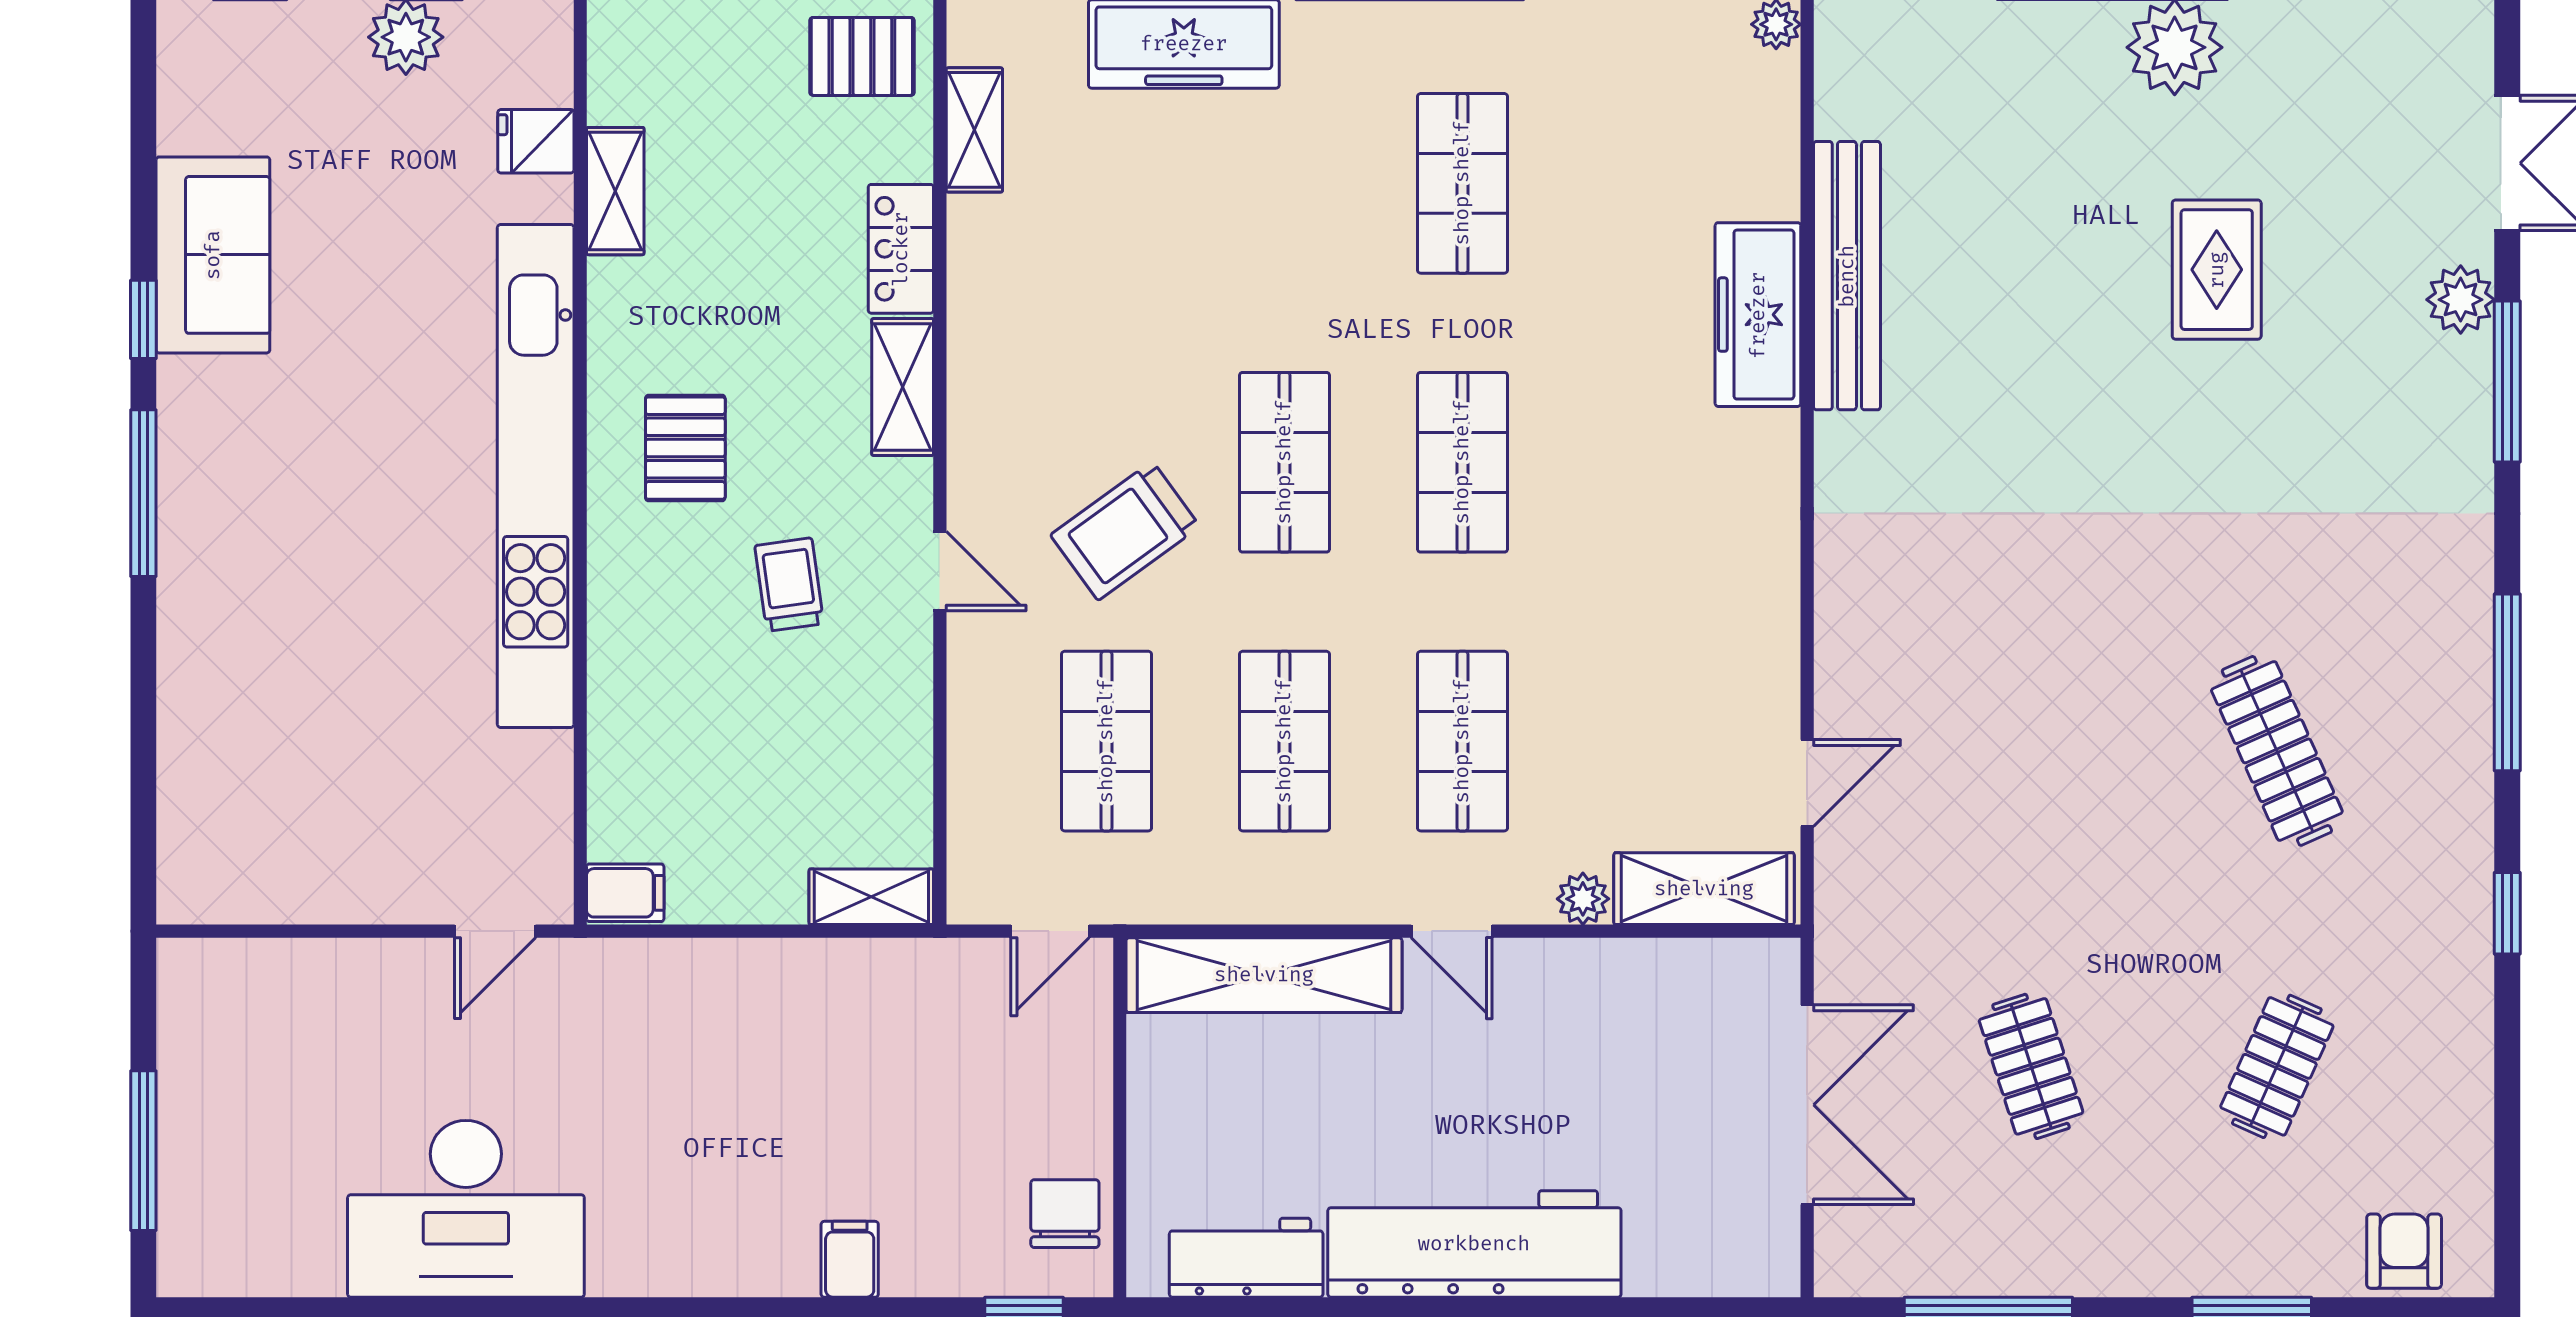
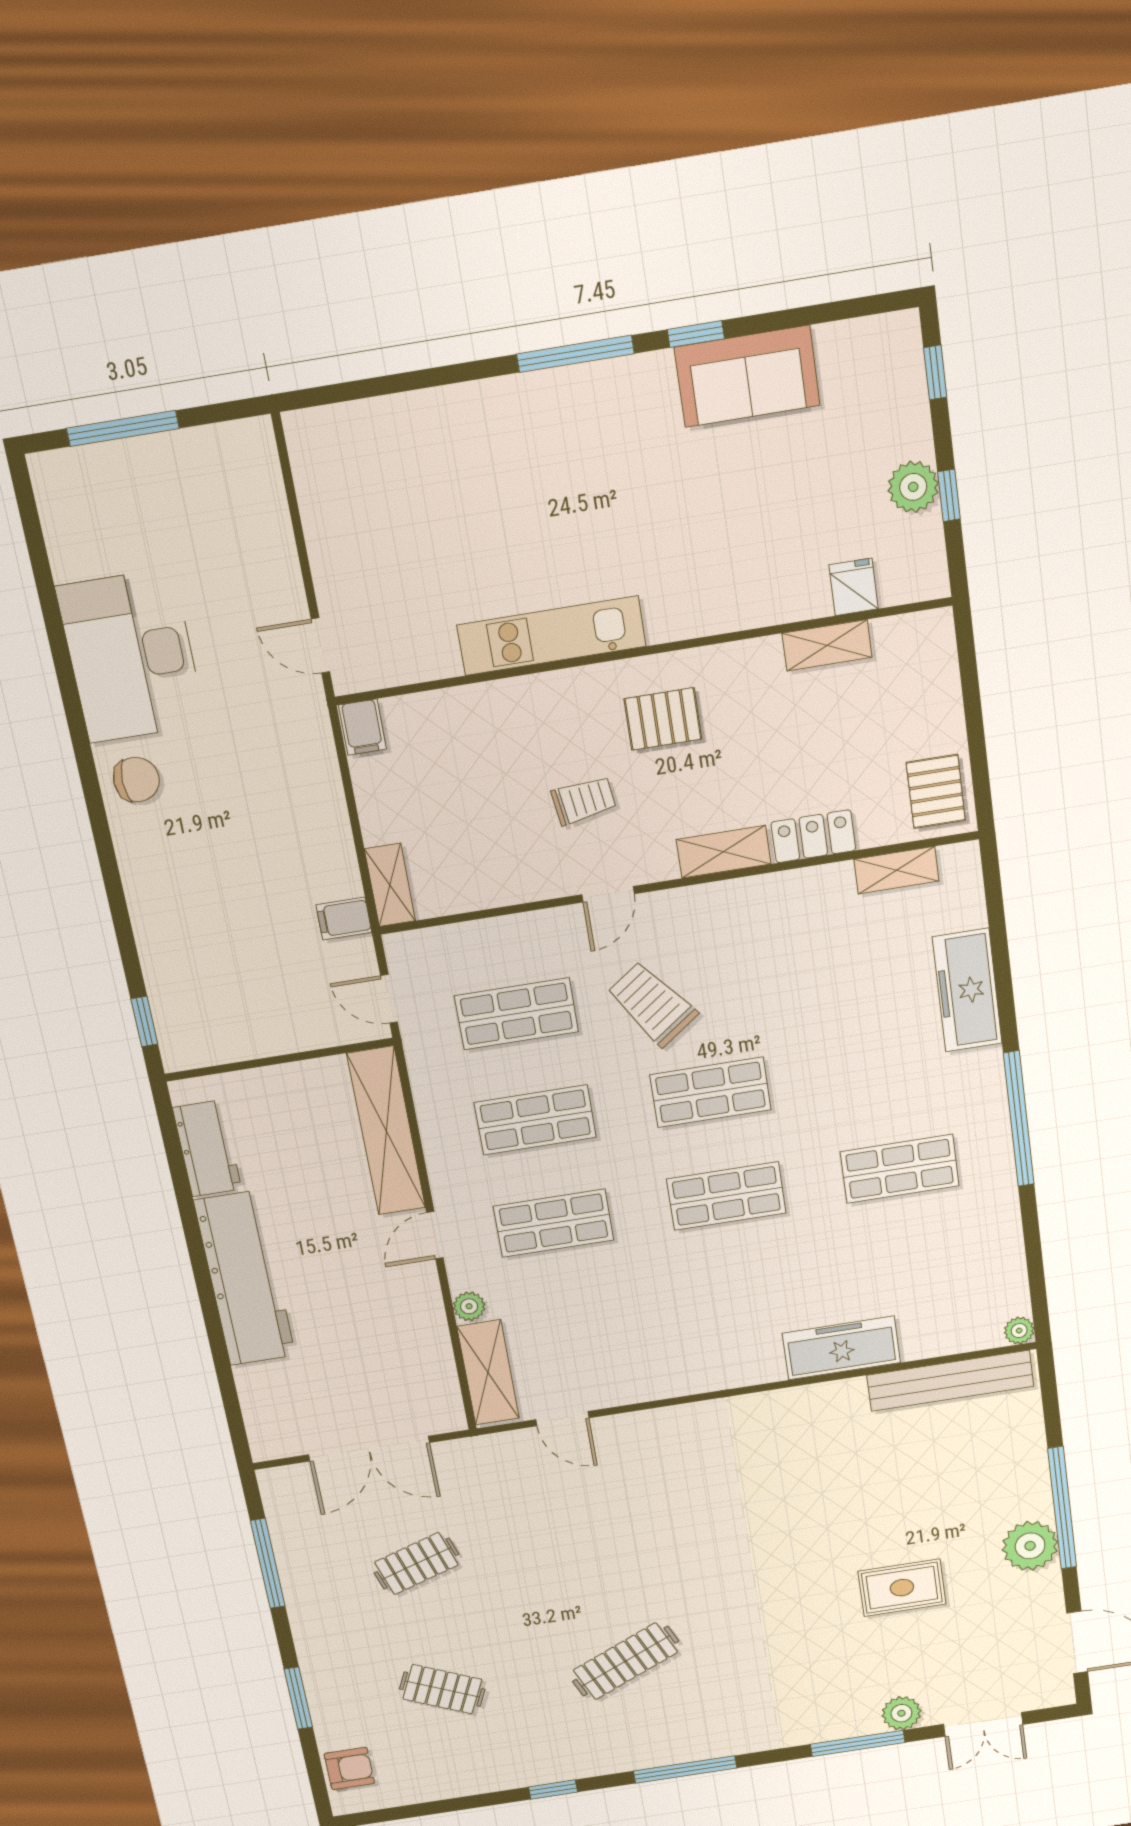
bench: (1847, 276) -> (950, 1381), moved
kitchen unit: (536, 476) -> (551, 636), width x0.54
chair: (1065, 1214) -> (136, 780), moved
filing cabinet: (850, 1259) -> (344, 918), moved, turned 180

